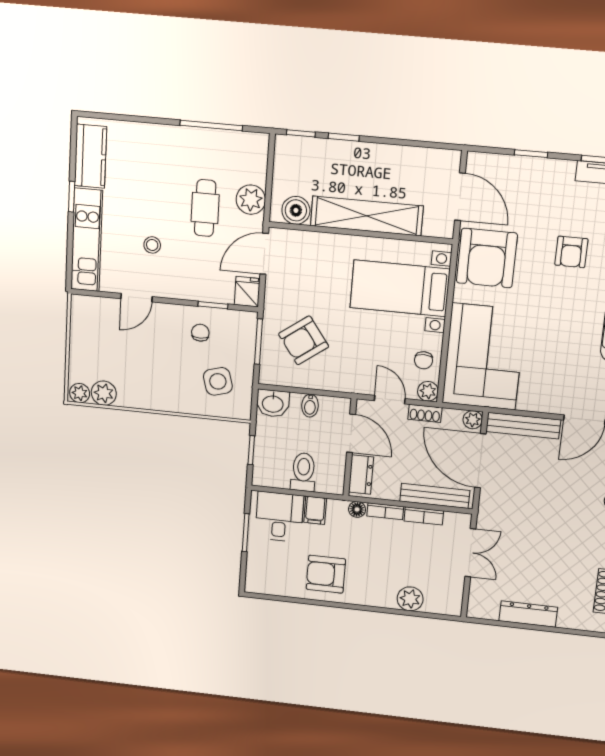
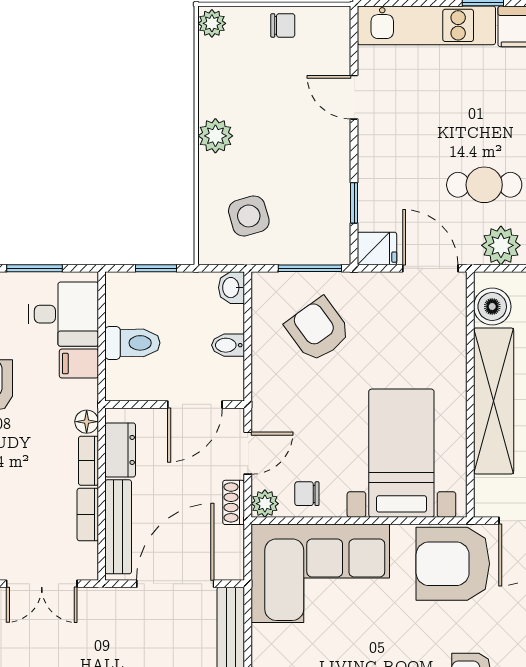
stool: (152, 245) -> (428, 116), removed
chair: (200, 333) -> (283, 25), moved
plant: (104, 393) -> (215, 136), moved
washbasin: (273, 403) -> (232, 288), width x0.72, depth x0.69
plant: (473, 420) -> (232, 568), removed
dresser: (361, 475) -> (120, 450), moved, turned -90

